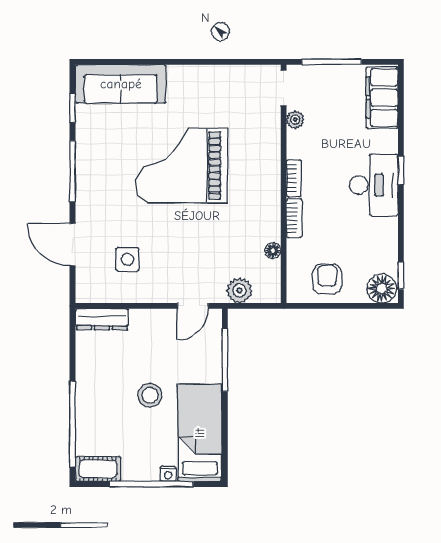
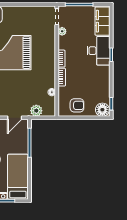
desk: (374, 185) -> (99, 51), moved
armchair: (327, 279) -> (77, 105), turned 90

